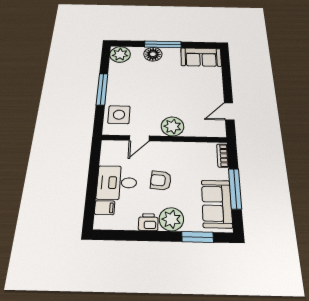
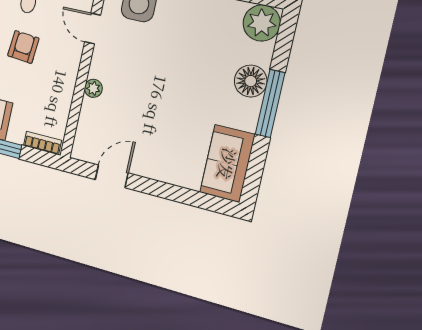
door: (229, 111) -> (112, 176), hinge flipped
plant: (172, 126) -> (93, 88), width x0.53, depth x0.53

